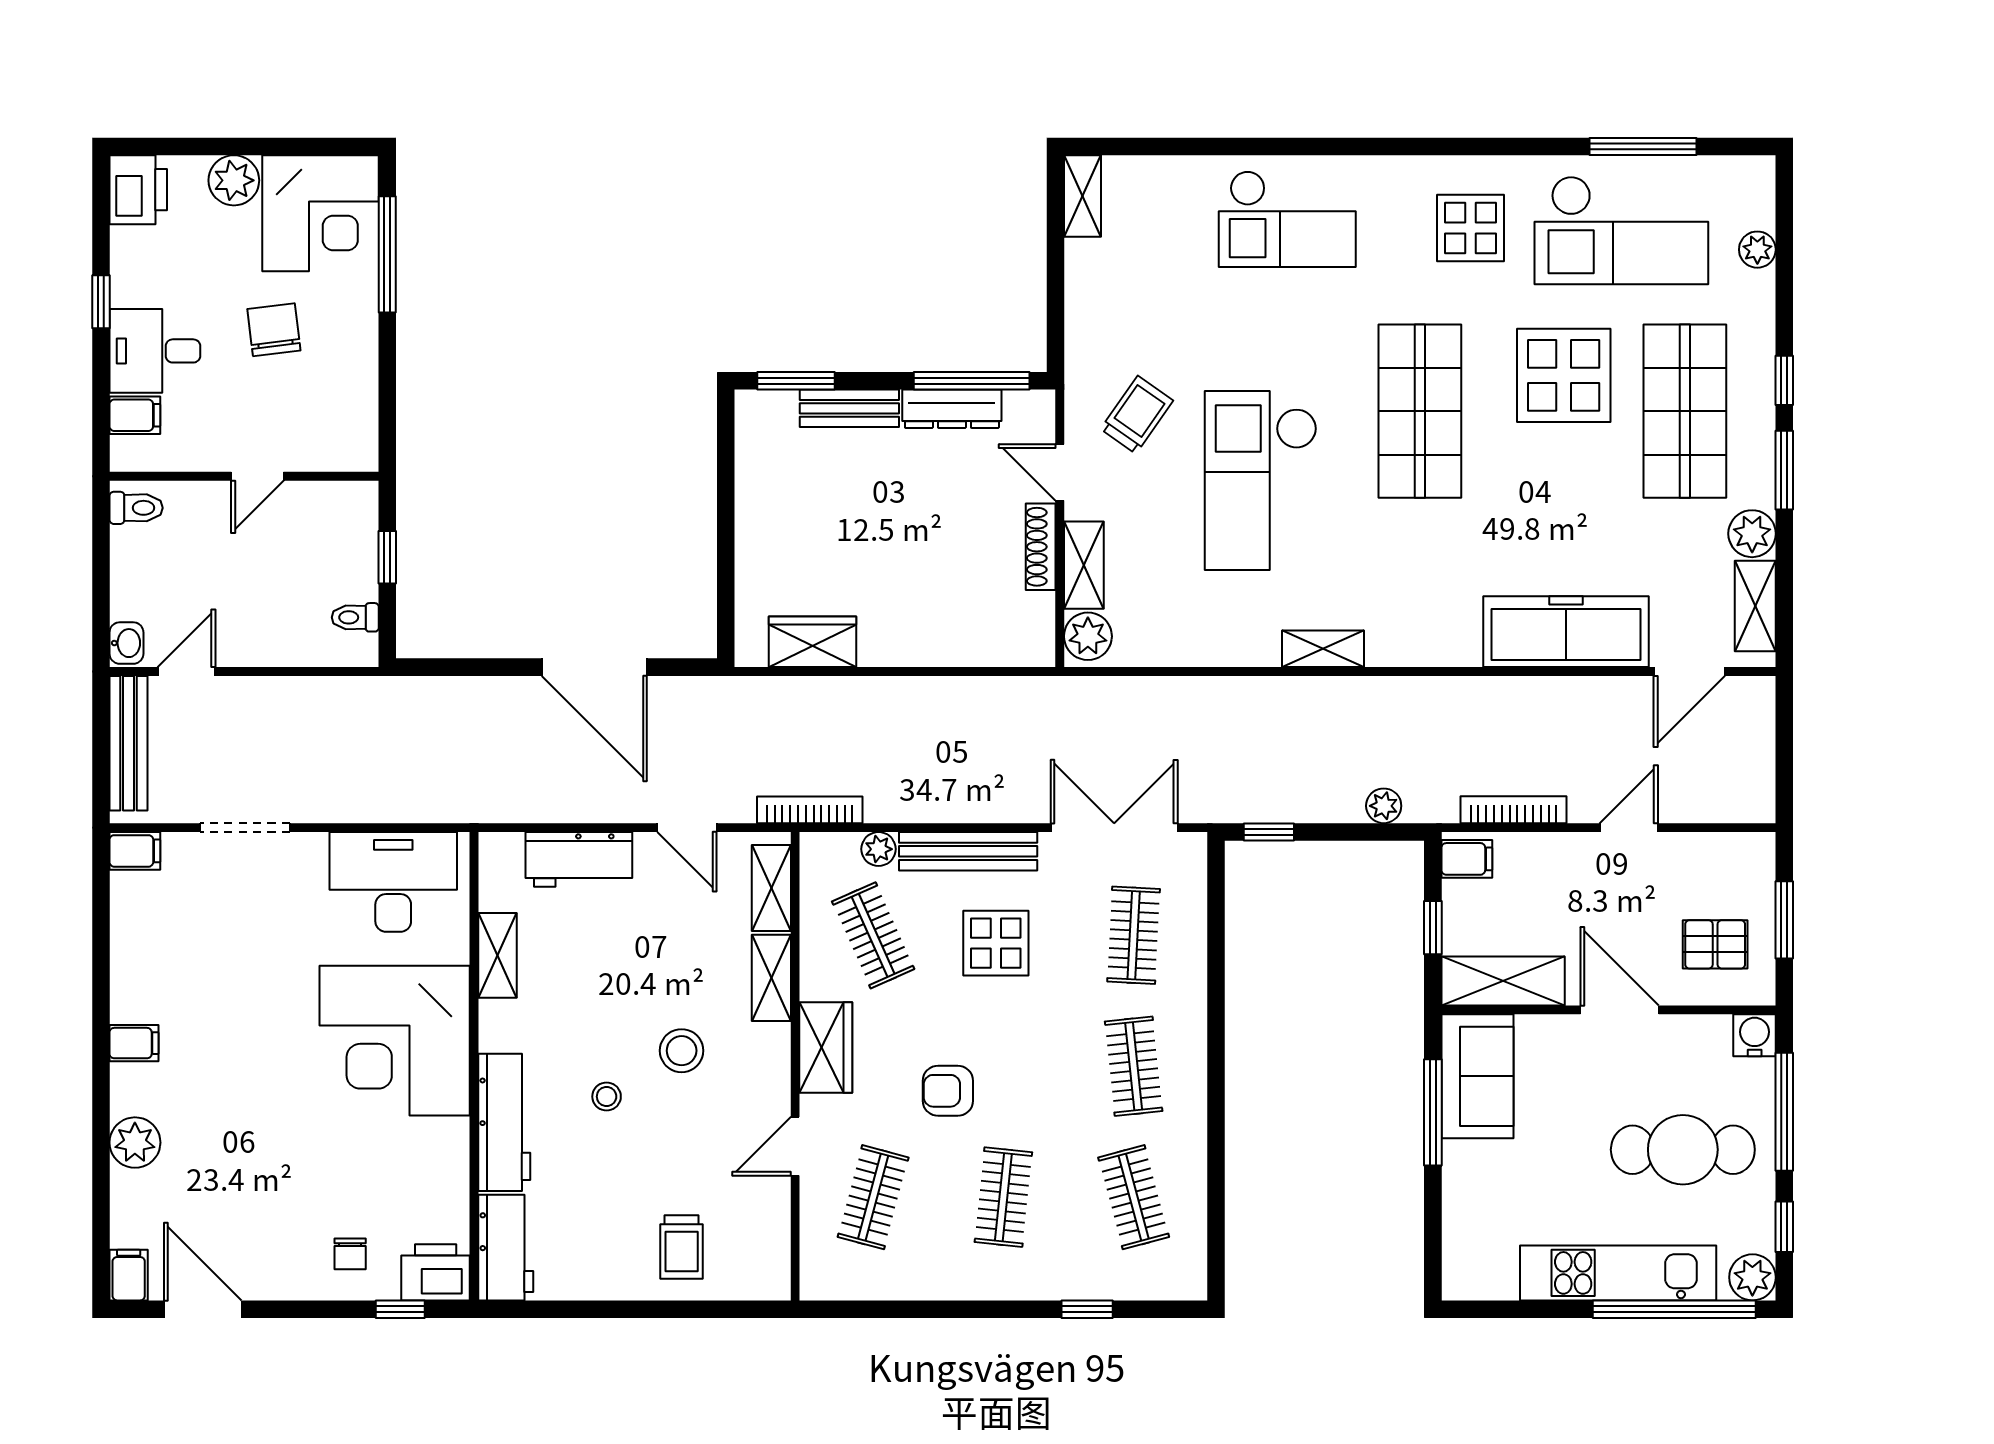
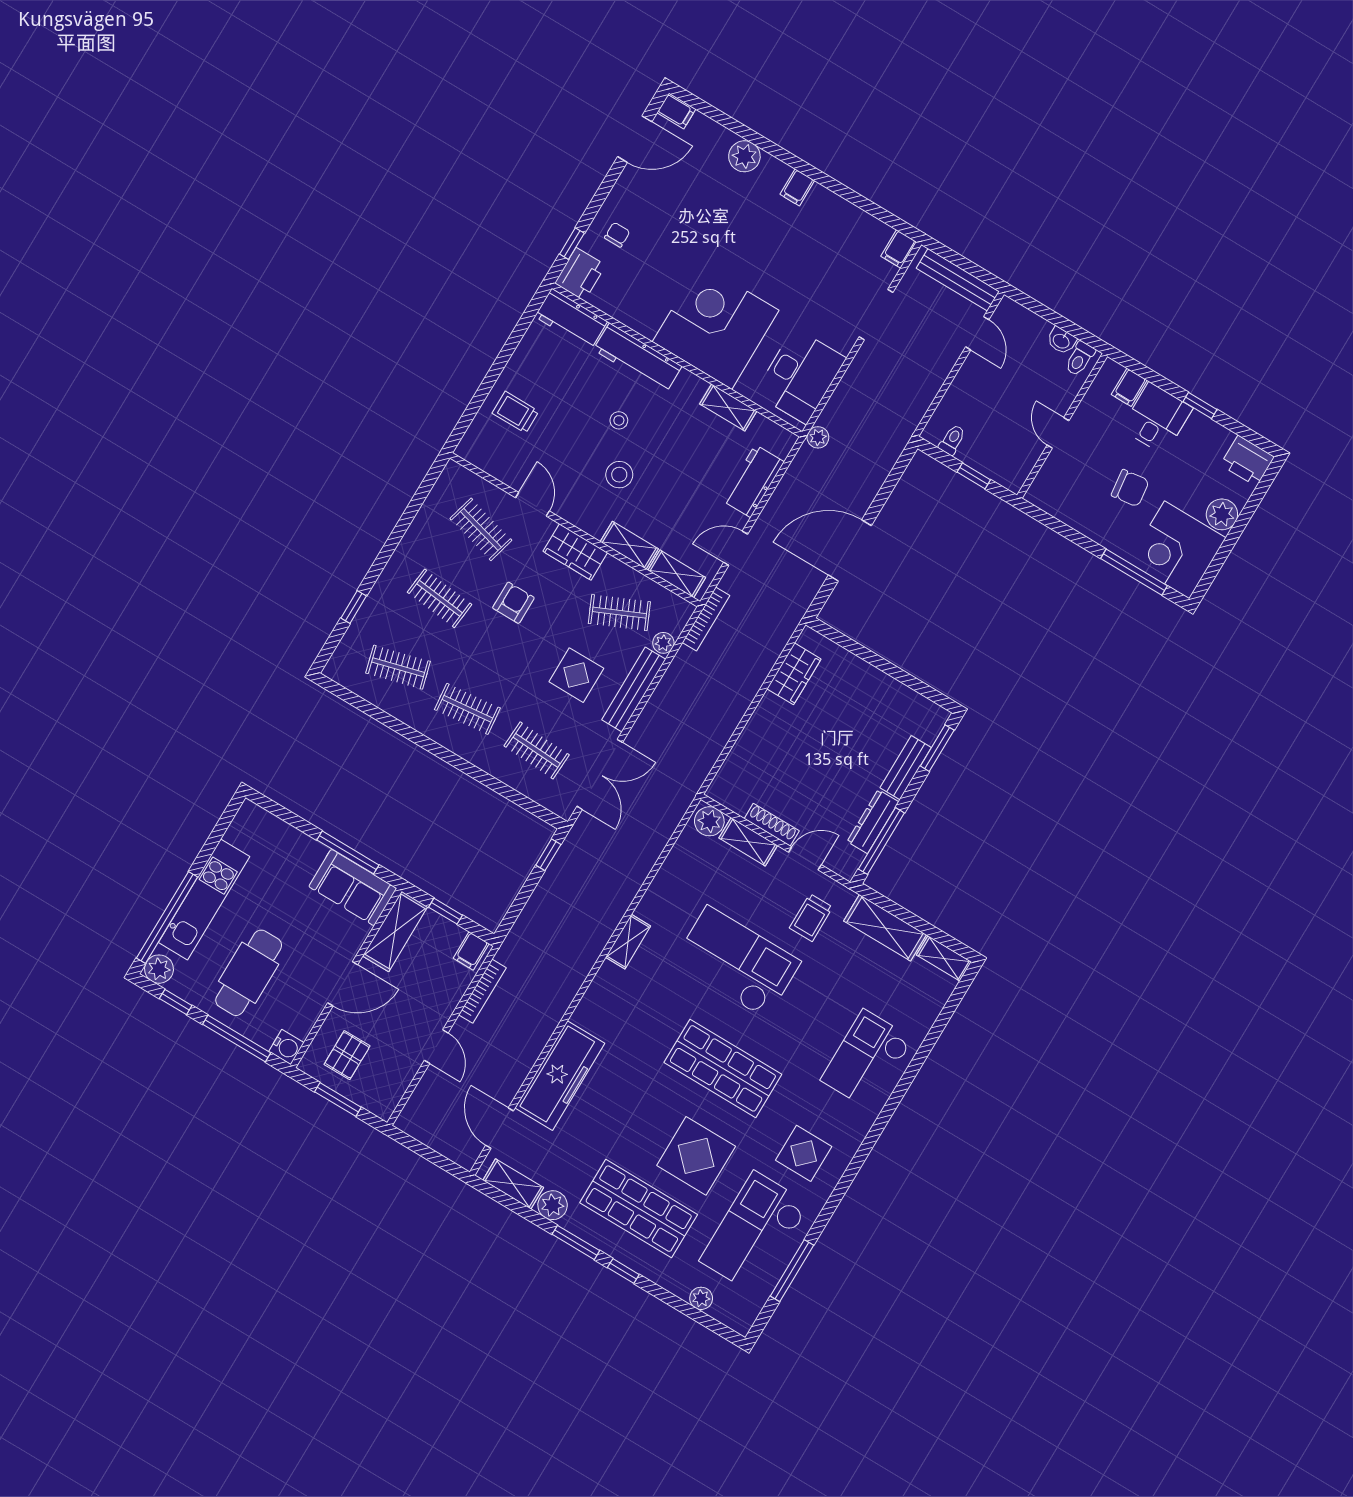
shelving: (1089, 303) -> (885, 928), added
trolley: (1137, 415) -> (811, 918), turned 55
washbasin: (126, 643) -> (1061, 341), moved
plant: (1384, 806) -> (818, 437), moved
chair: (350, 1254) -> (617, 235), turned 90

